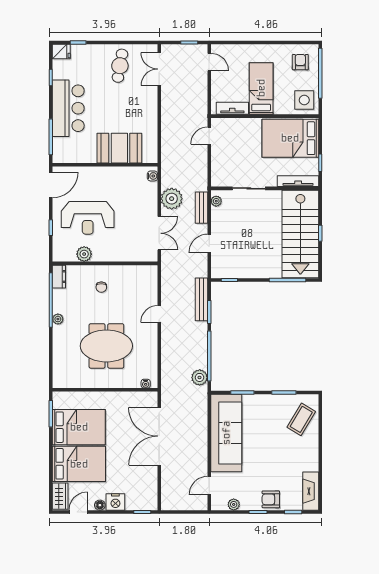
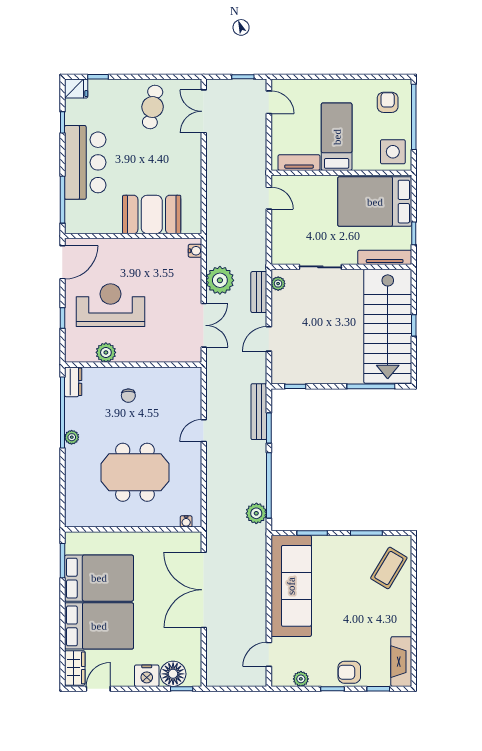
door: (209, 136) -> (269, 198), swing flipped
reception desk: (88, 218) -> (111, 305), turned 180
floor lamp: (100, 505) -> (173, 674), moved, width x1.89, depth x1.89

